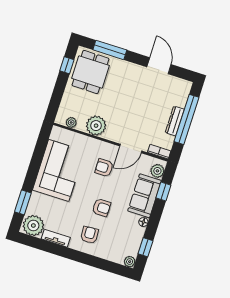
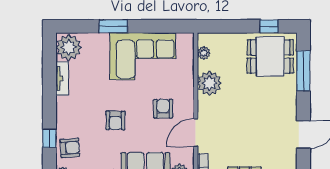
door: (131, 149) -> (196, 133), hinge flipped
window: (23, 202) -> (113, 26), moved
armchair: (89, 235) -> (70, 148), moved
window: (99, 263) -> (49, 138), added

